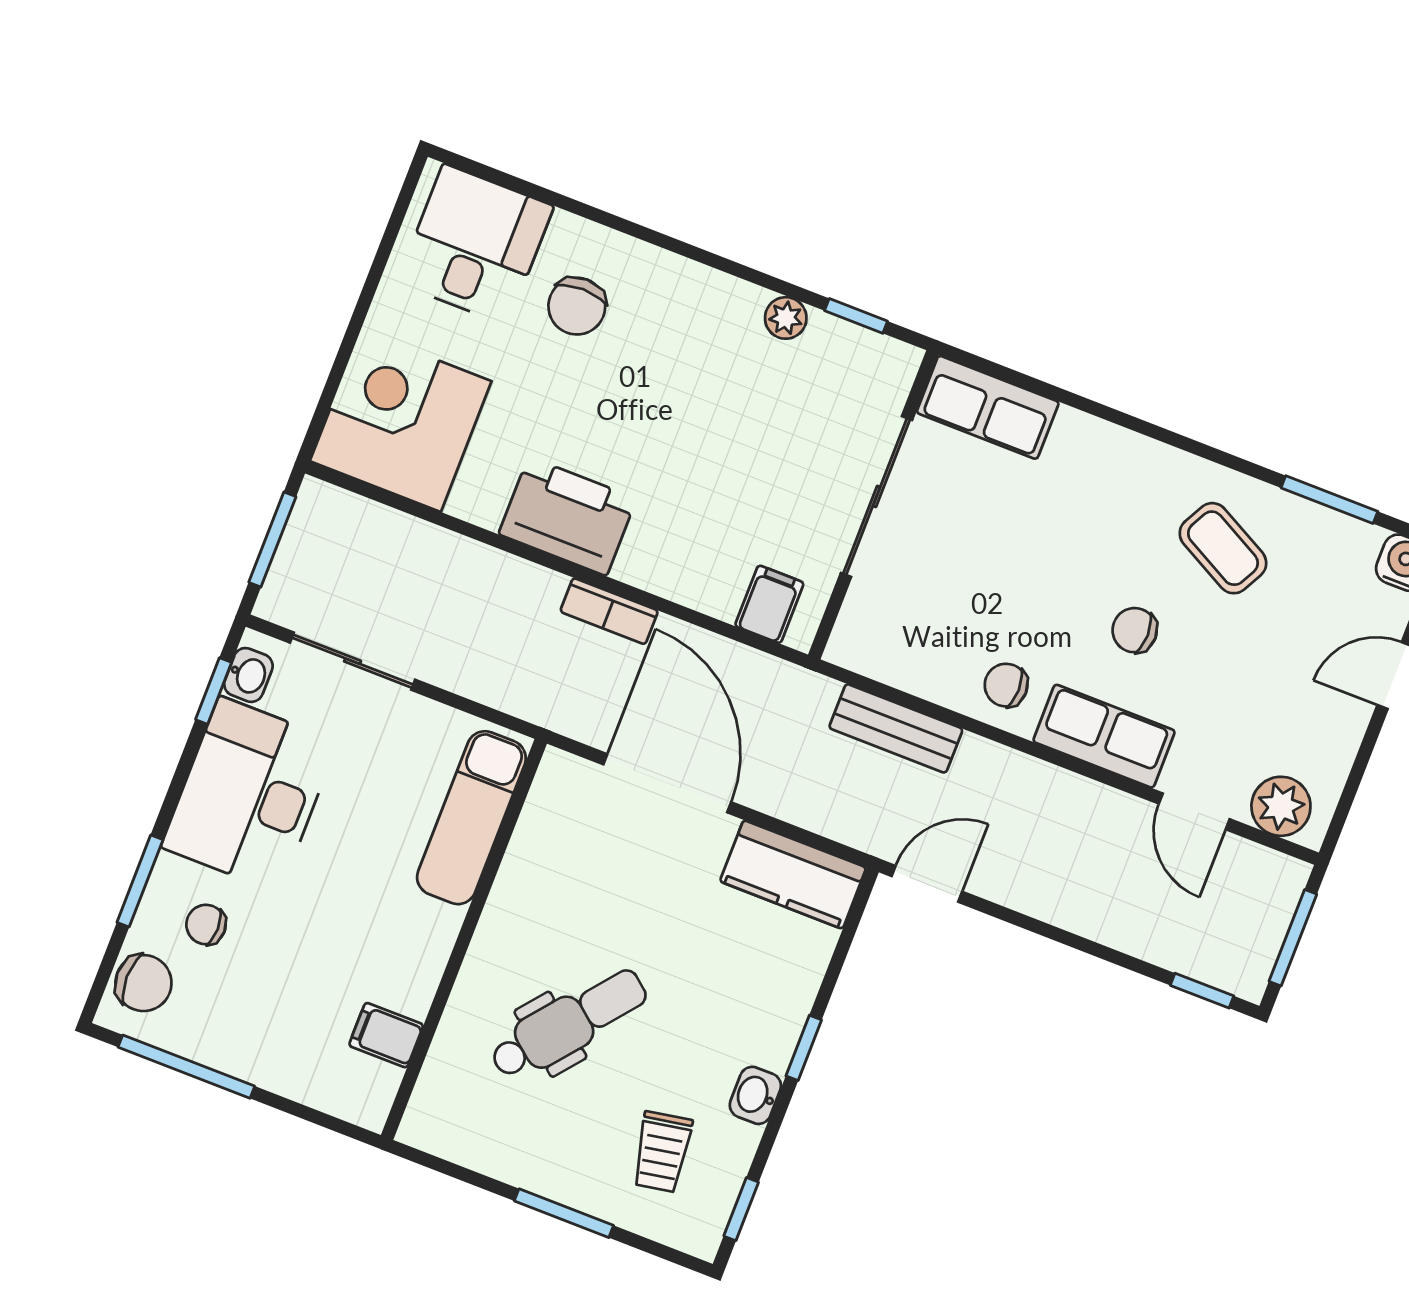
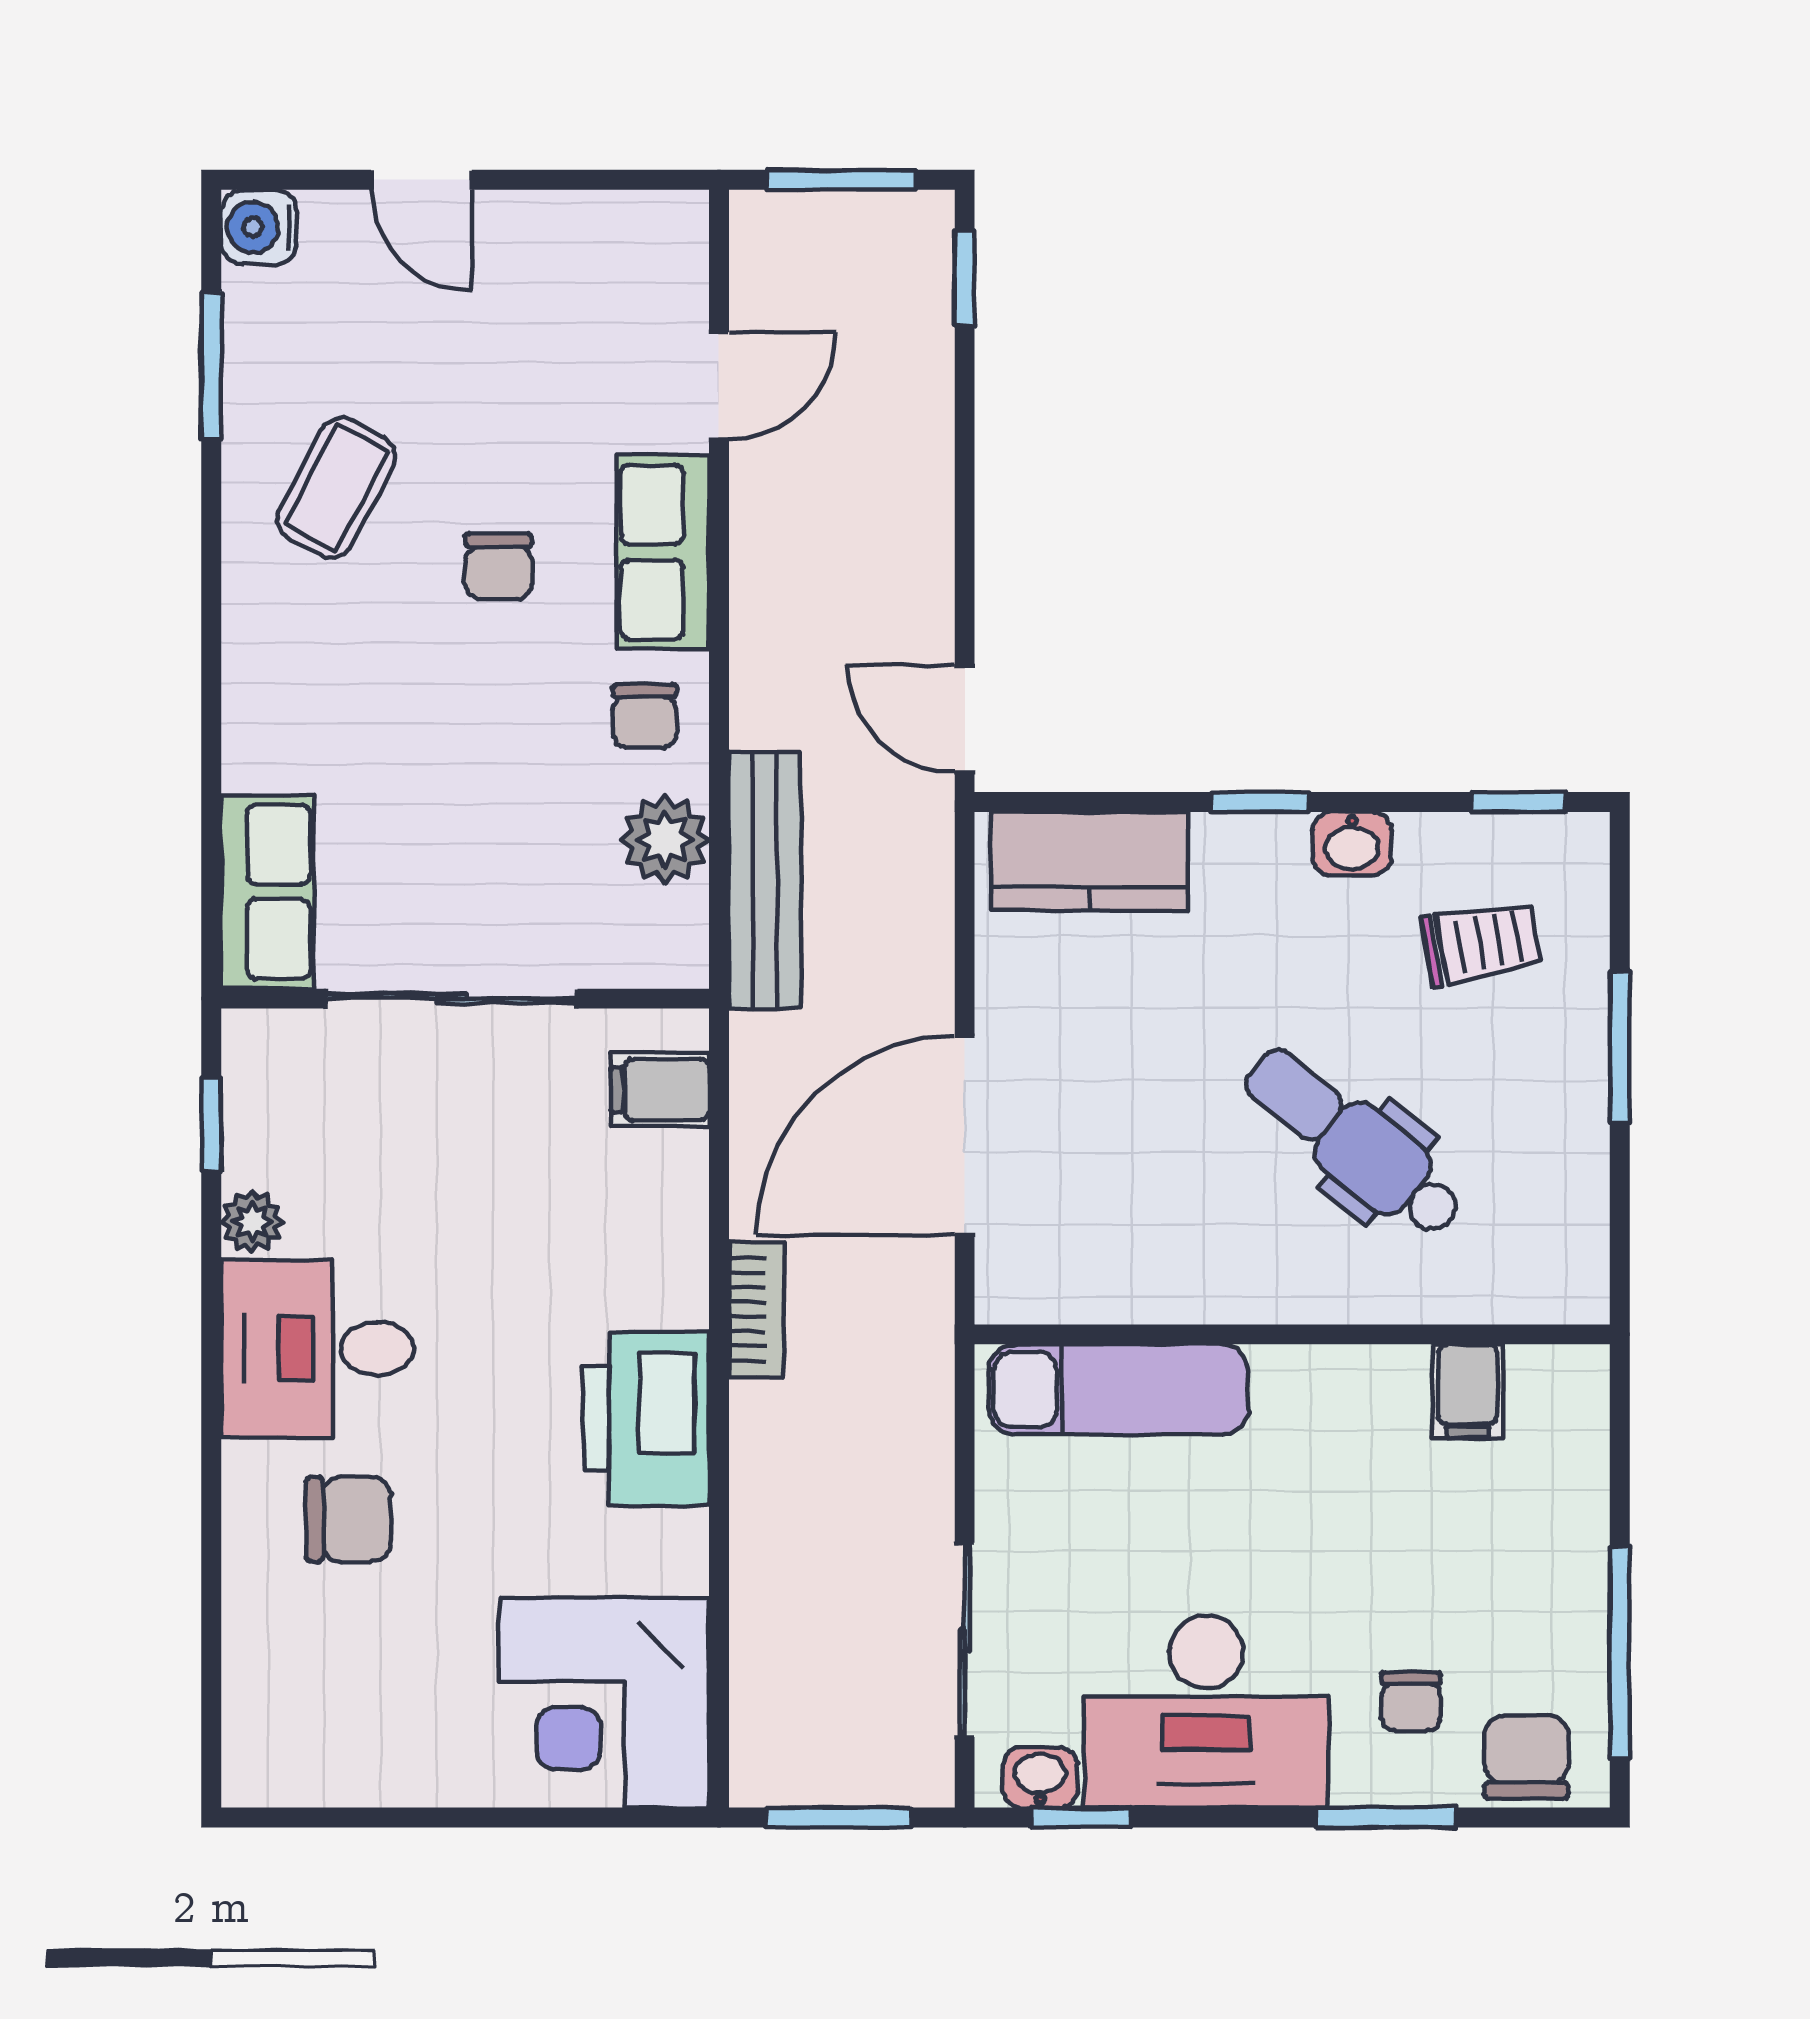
desk: (475, 244) -> (317, 1349), moved
bench: (896, 728) -> (765, 880), width x1.36
plant: (1281, 806) -> (665, 840), moved
kitchen counter: (793, 874) -> (1089, 861), moved, turned 90

